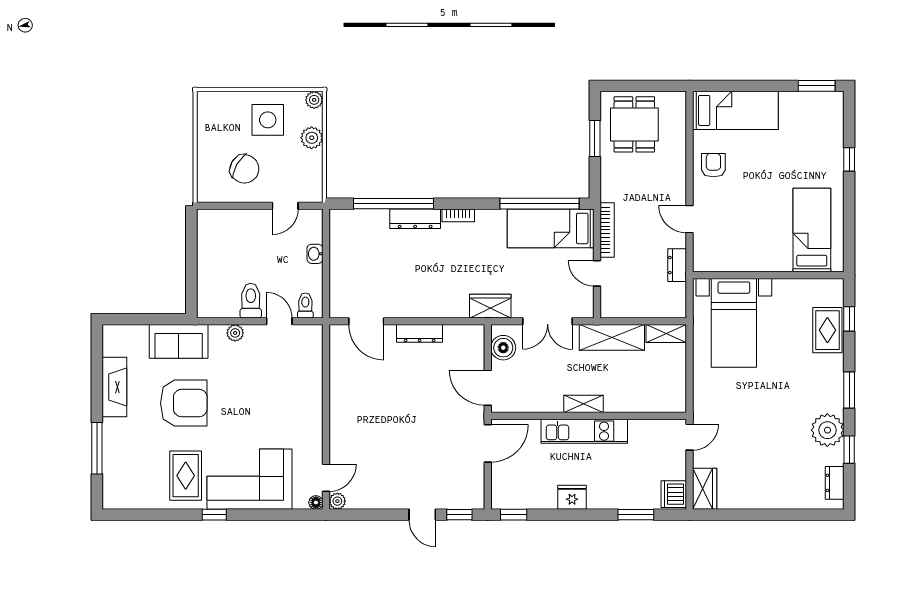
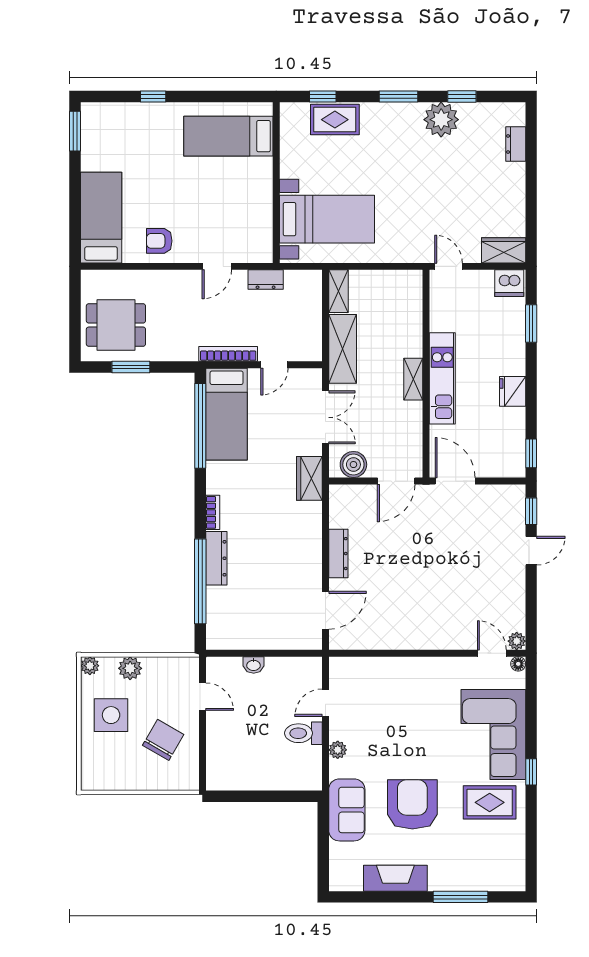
toilet: (305, 306) -> (309, 675), removed
dresser: (835, 483) -> (516, 144), moved, turned 90

